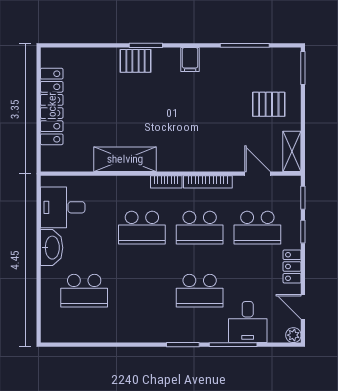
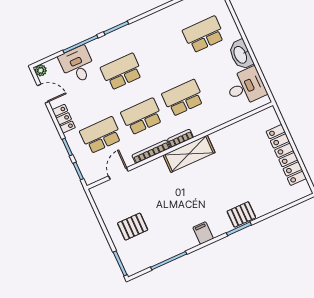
shelving: (292, 151) -> (101, 200), removed
shelving: (125, 159) -> (189, 154), moved
door: (257, 174) -> (118, 174), swing flipped

